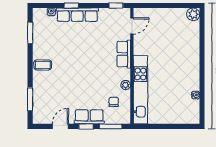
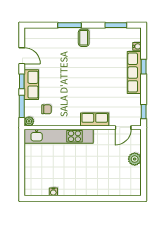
plant: (193, 14) -> (135, 159), moved
door: (132, 26) -> (123, 128), hinge flipped
plant: (126, 85) -> (29, 121), moved
window: (30, 99) -> (69, 25), moved

